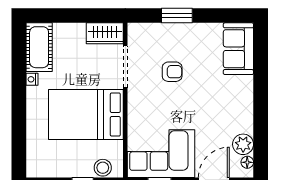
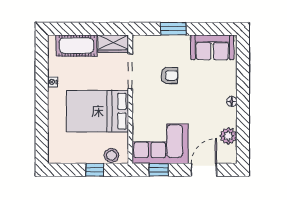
cot: (39, 47) -> (76, 46), moved, turned 90
sofa: (238, 49) -> (212, 47), moved, turned -90
floor lamp: (247, 162) -> (232, 101), moved

